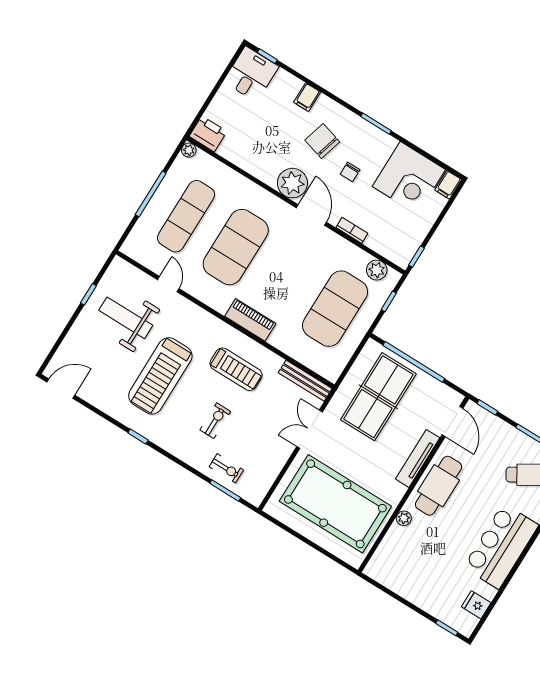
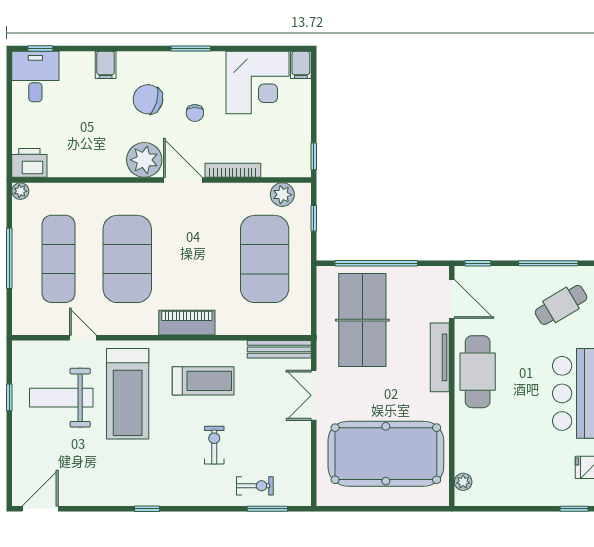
bookcase: (352, 230) -> (233, 170), width x1.56
treadmill: (160, 376) -> (128, 394), moved
plant: (404, 518) -> (463, 482), moved

